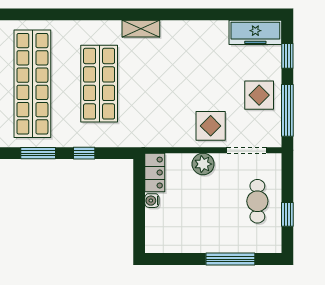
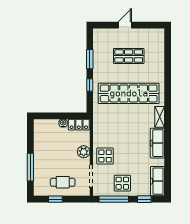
freezer: (188, 32) -> (157, 143), added
shop shelf: (32, 84) -> (129, 56), width x0.50, depth x0.74
shop shelf: (99, 84) -> (129, 93), width x1.40

